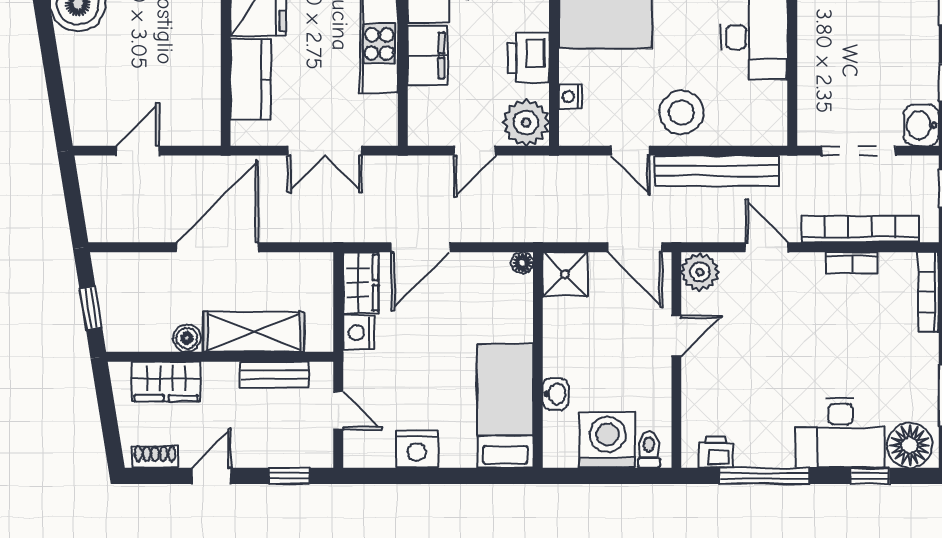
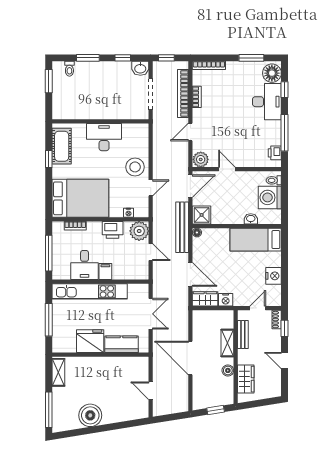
filing cabinet: (427, 55) -> (105, 272), width x0.50
bench: (717, 171) -> (182, 227), moved
shelving: (254, 332) -> (227, 343), width x0.67, depth x0.75
shoe rack: (155, 457) -> (277, 320), moved

